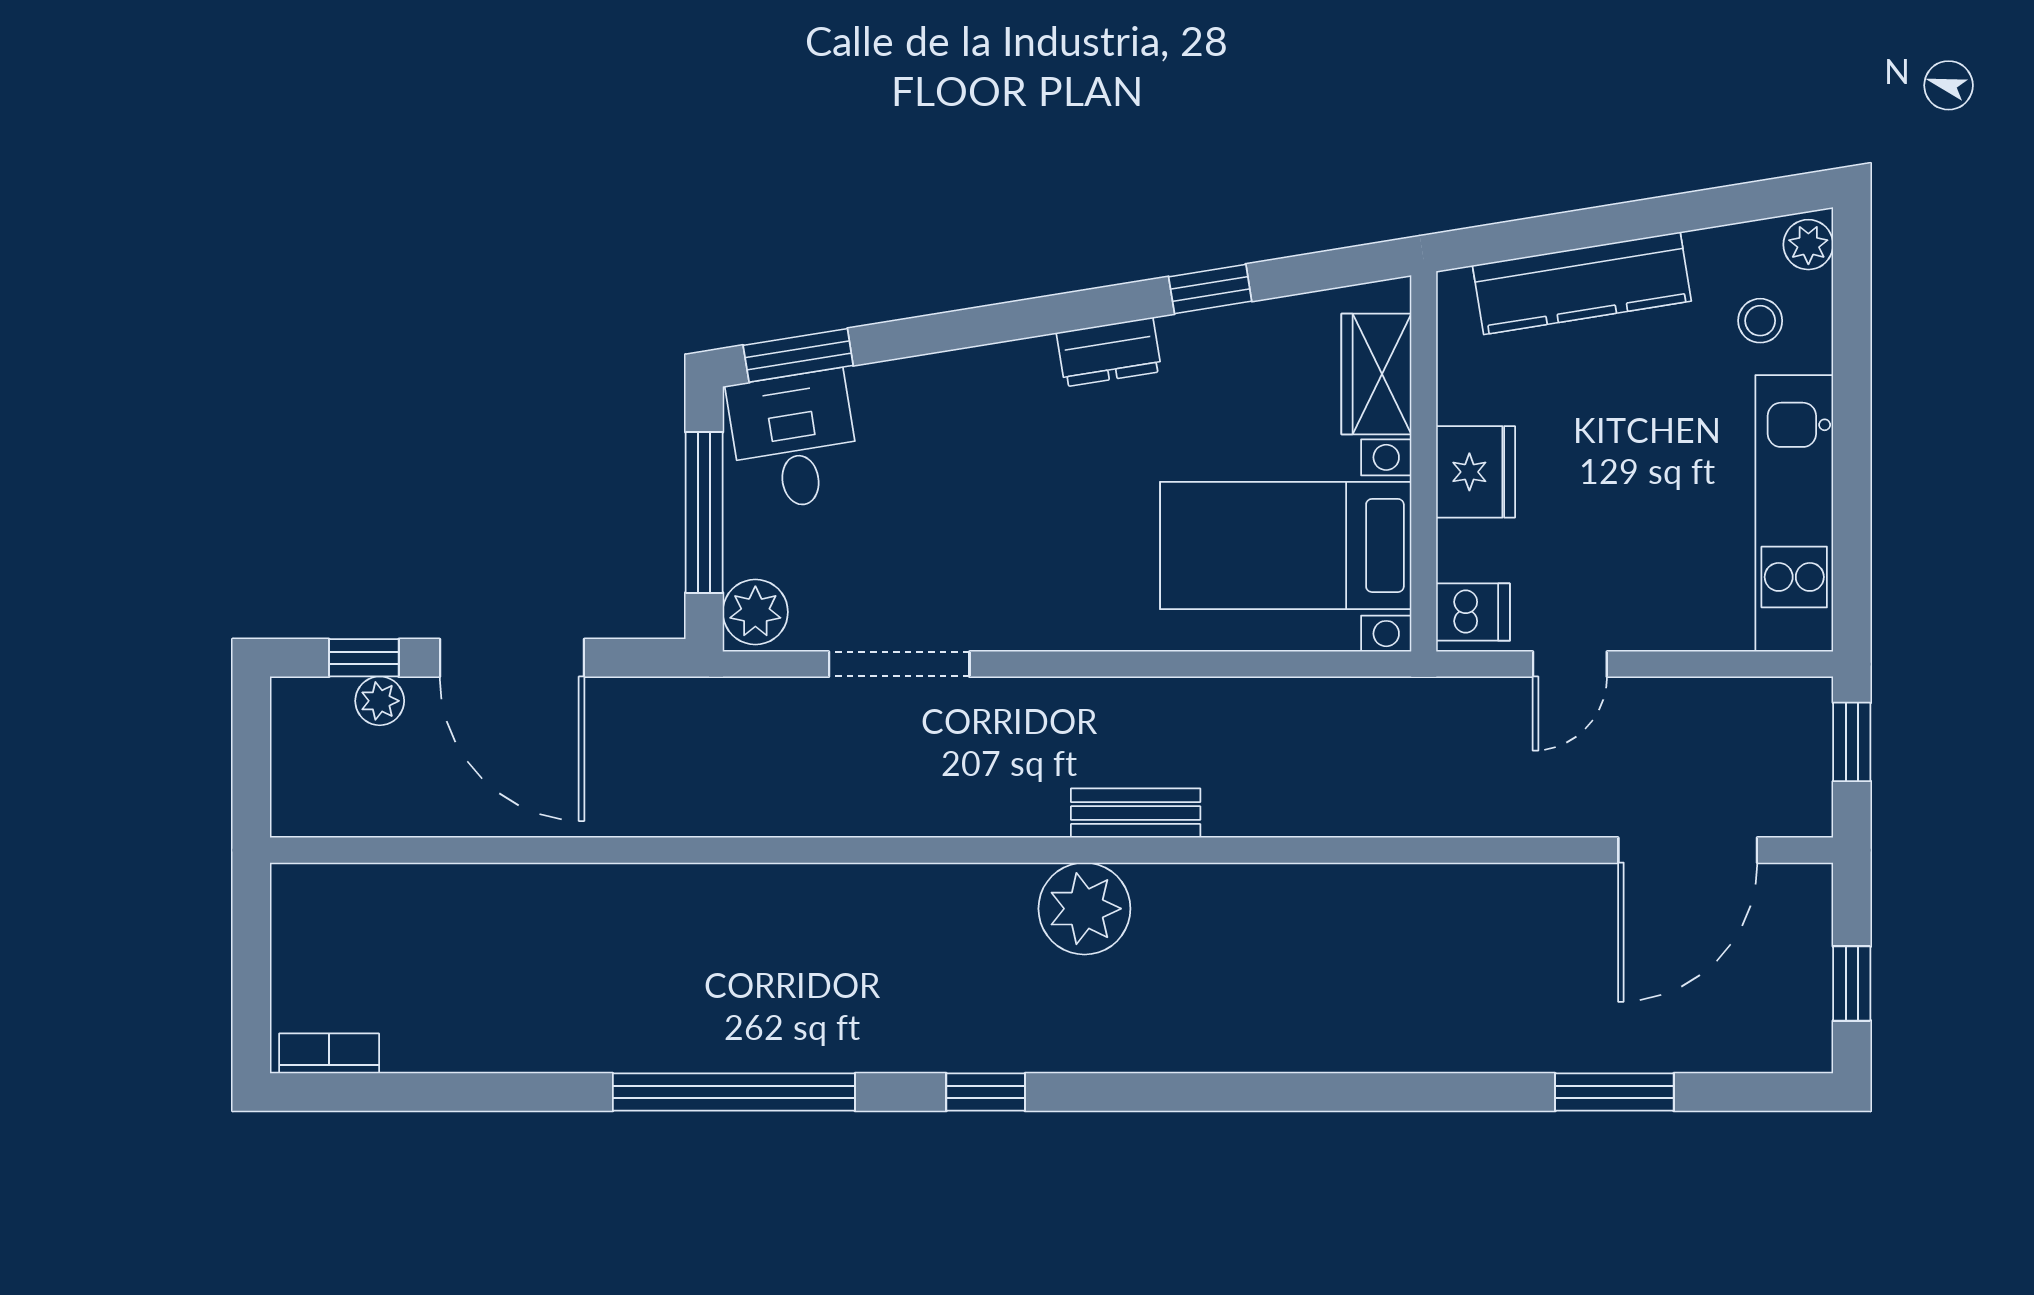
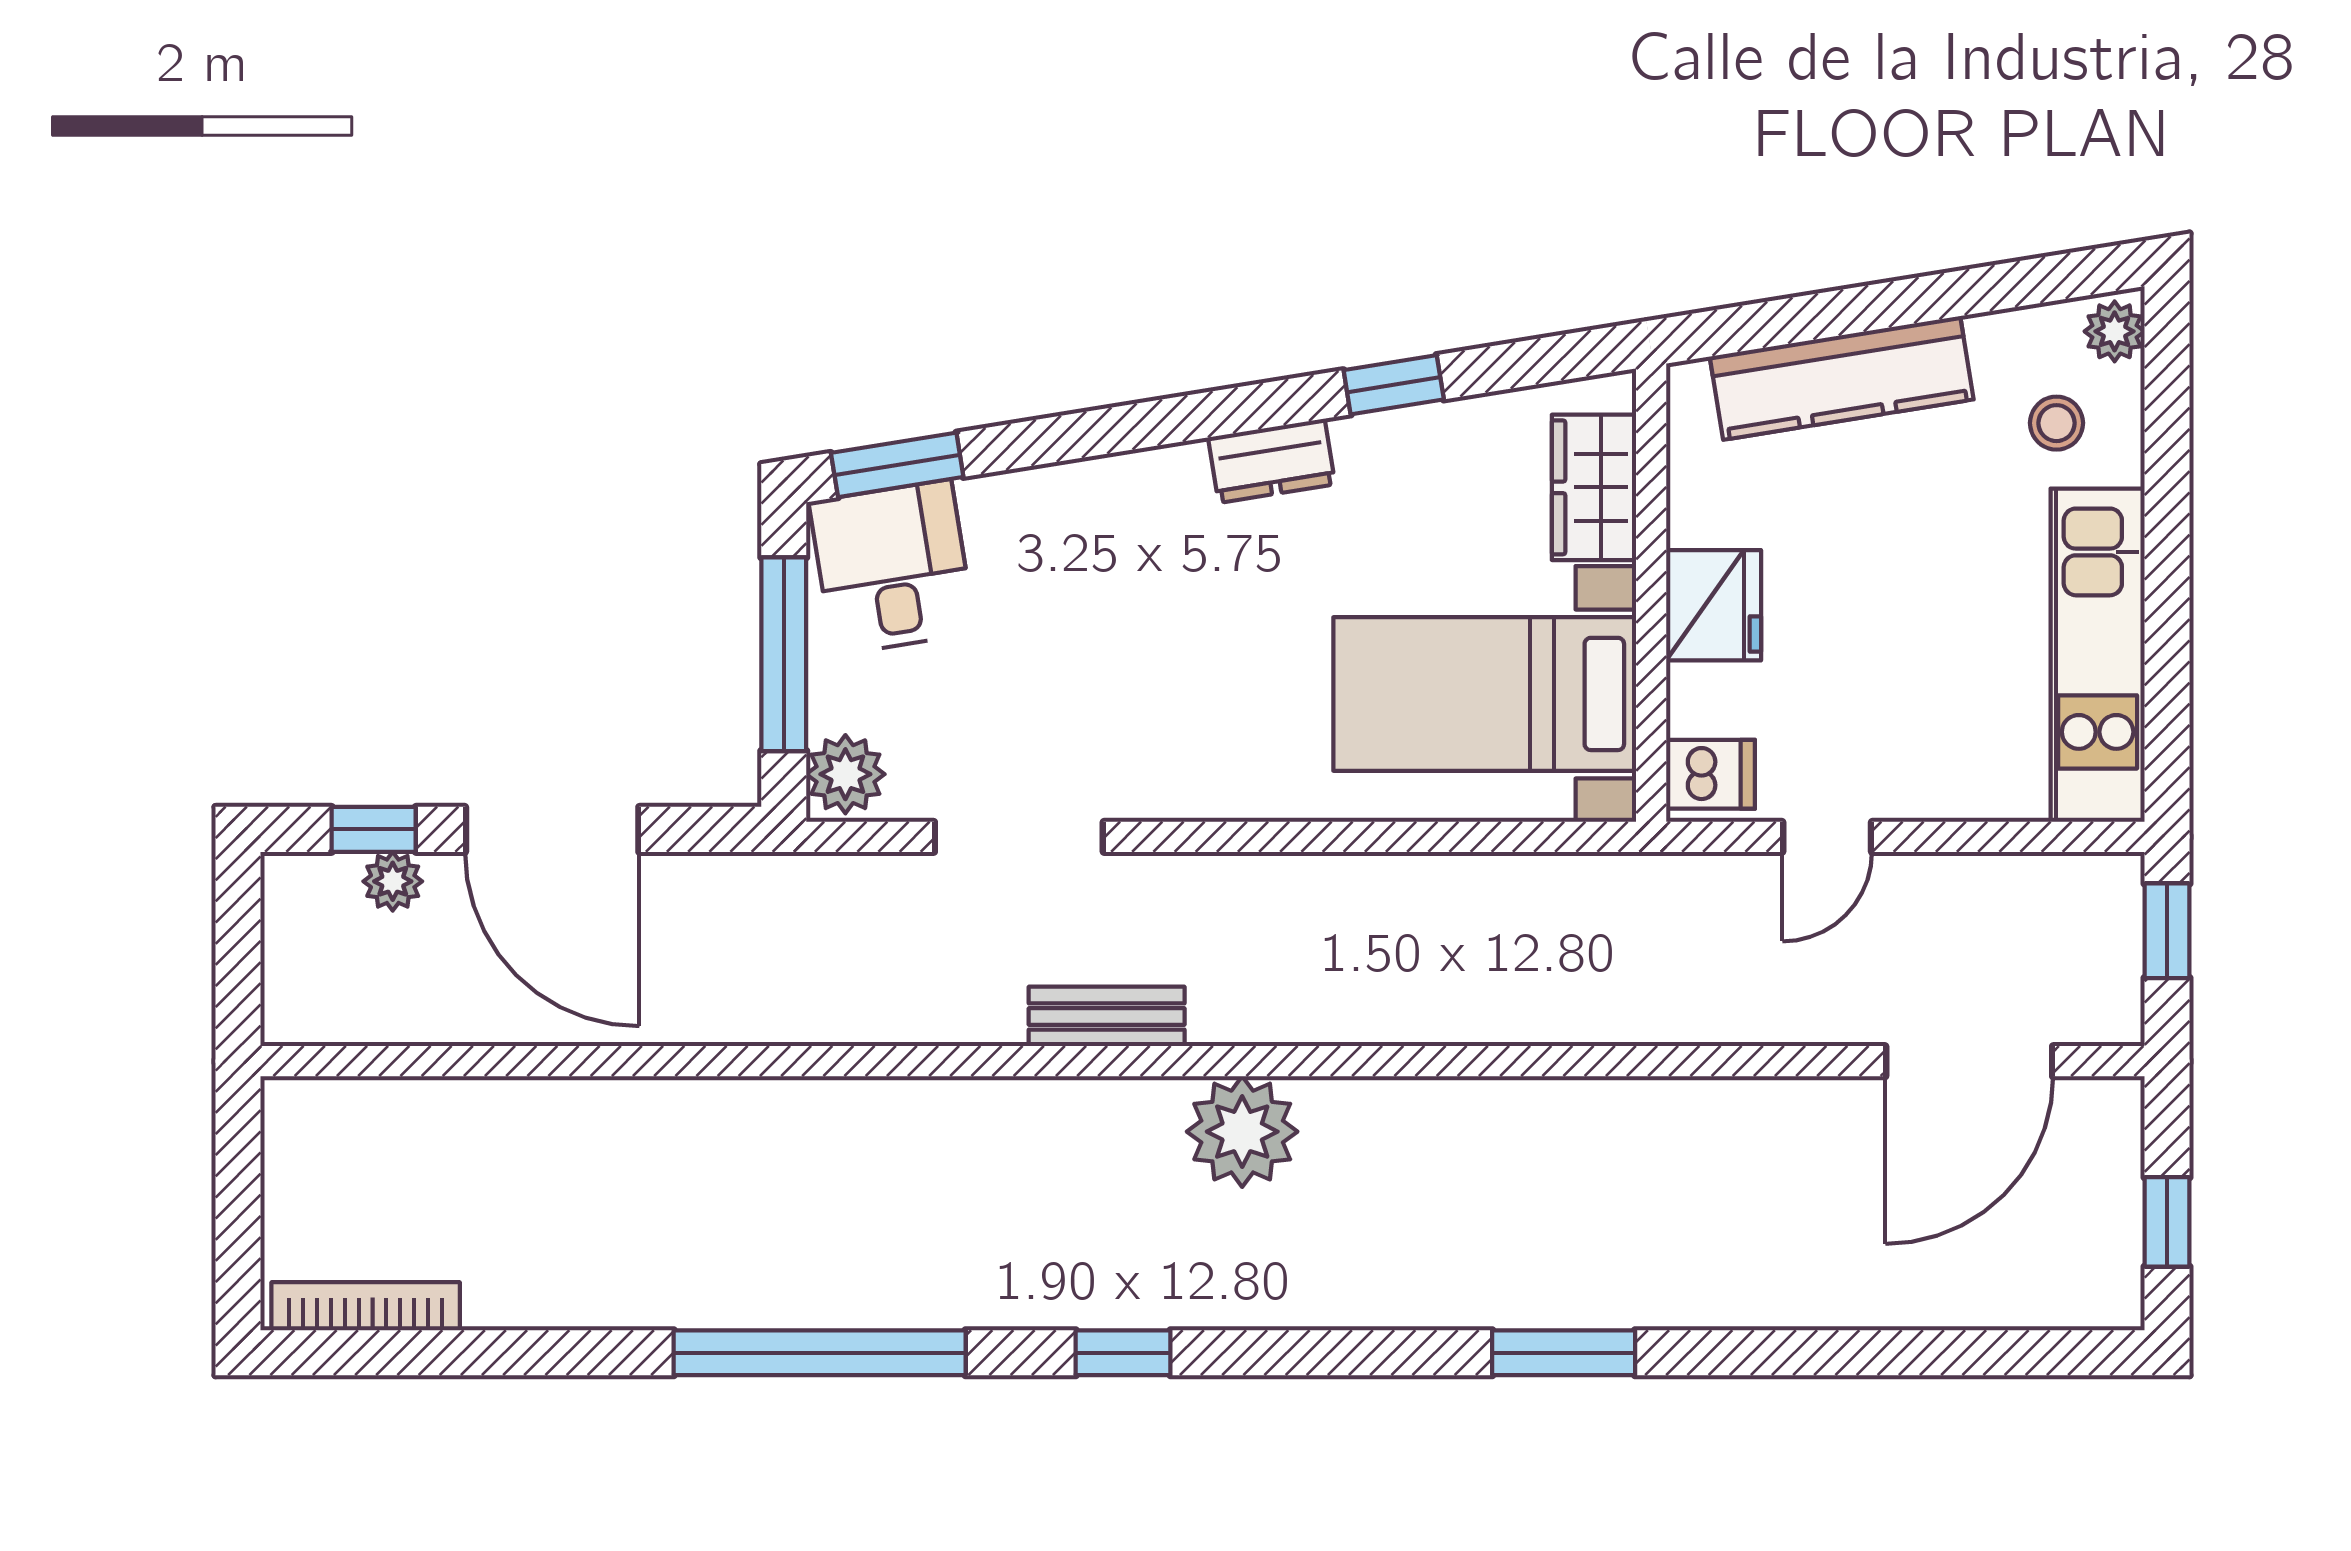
bench: (1136, 813) -> (1107, 1016), moved
bookcase: (329, 1053) -> (366, 1306), width x1.56
window: (1614, 1092) -> (1564, 1353), moved

